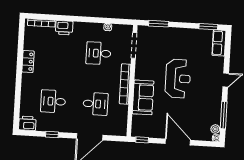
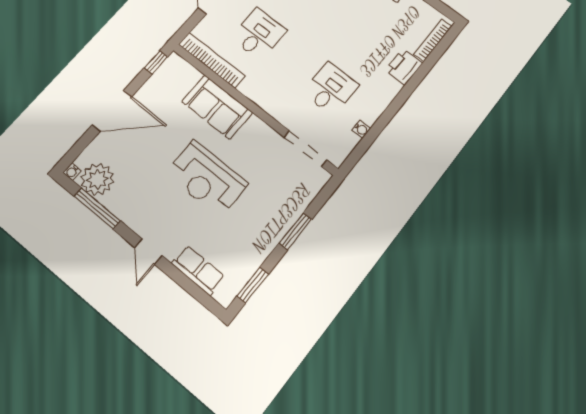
window: (159, 24) -> (296, 231), moved
row of seats: (219, 43) -> (198, 270), moved
bookcase: (125, 84) -> (212, 60), moved
desk: (95, 104) -> (259, 34), turned 180
plant: (215, 129) -> (97, 179), width x1.87, depth x1.87

